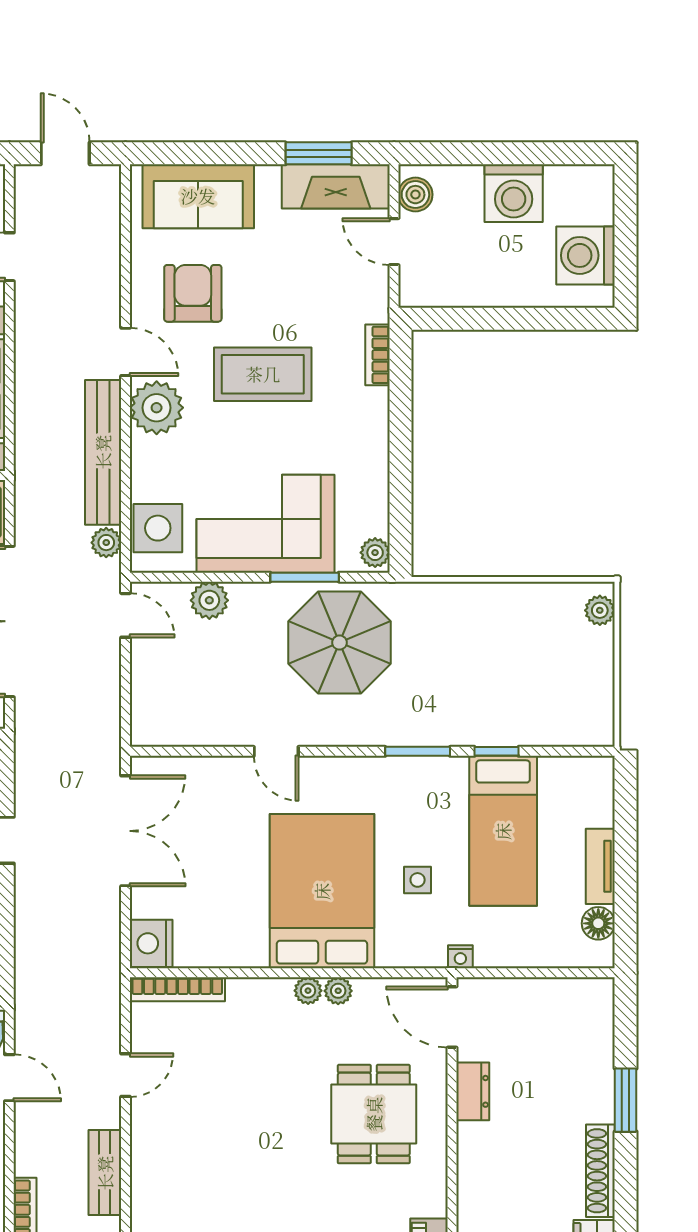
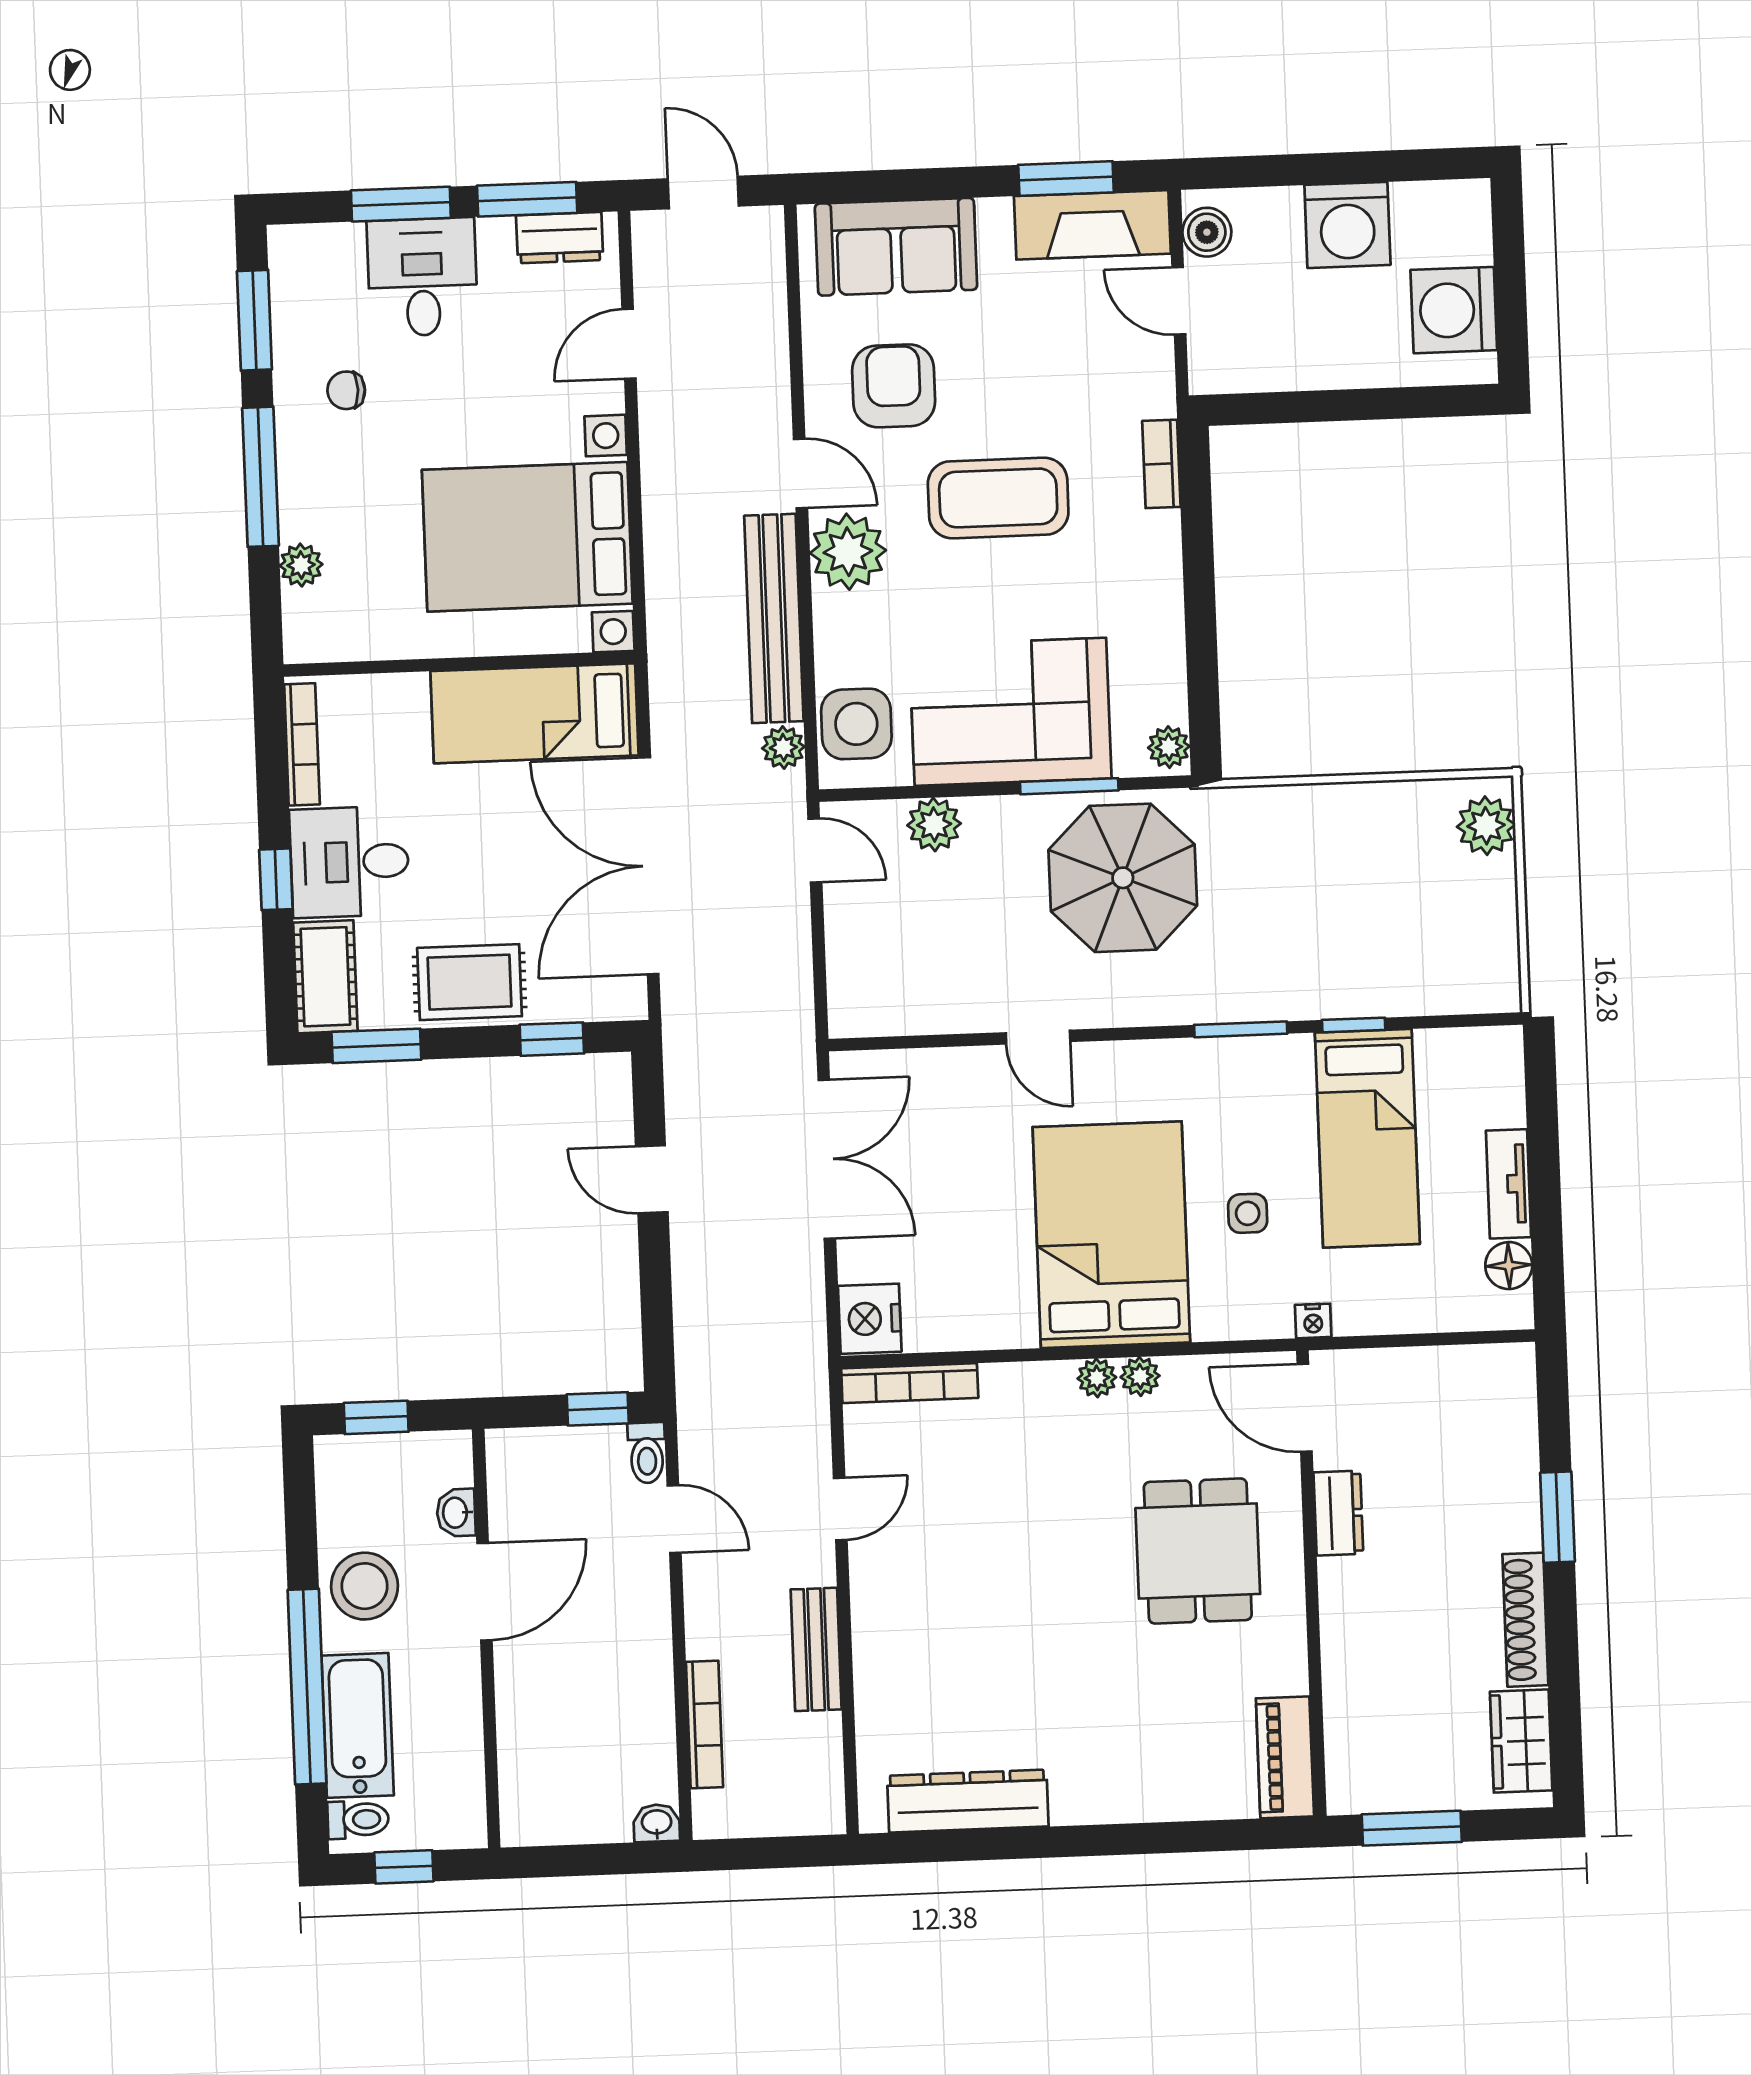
plant: (600, 610) -> (1486, 826), width x1.38, depth x1.38

